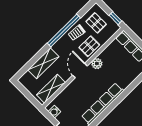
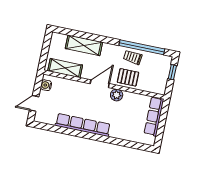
window: (115, 18) -> (172, 72), moved
pallet: (96, 23) -> (154, 69), removed
window: (64, 31) -> (142, 47), moved

